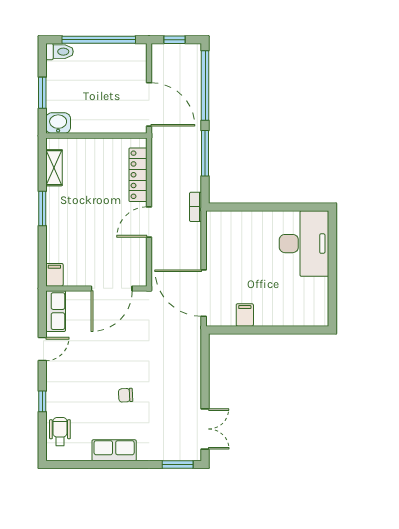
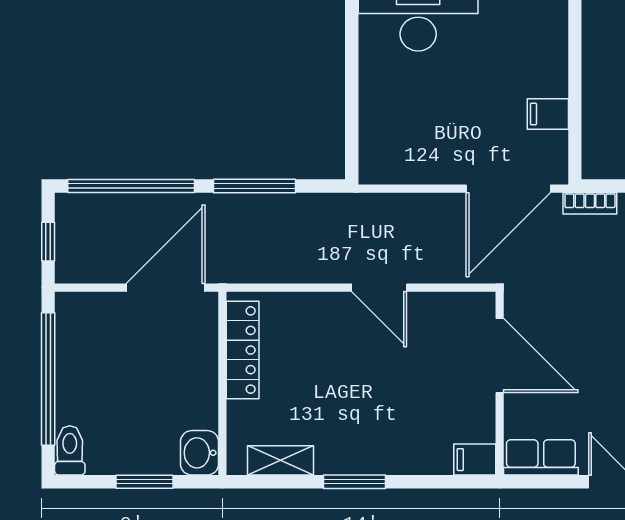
locker: (138, 175) -> (243, 350), moved, turned -90
bookcase: (196, 207) -> (590, 203), moved

